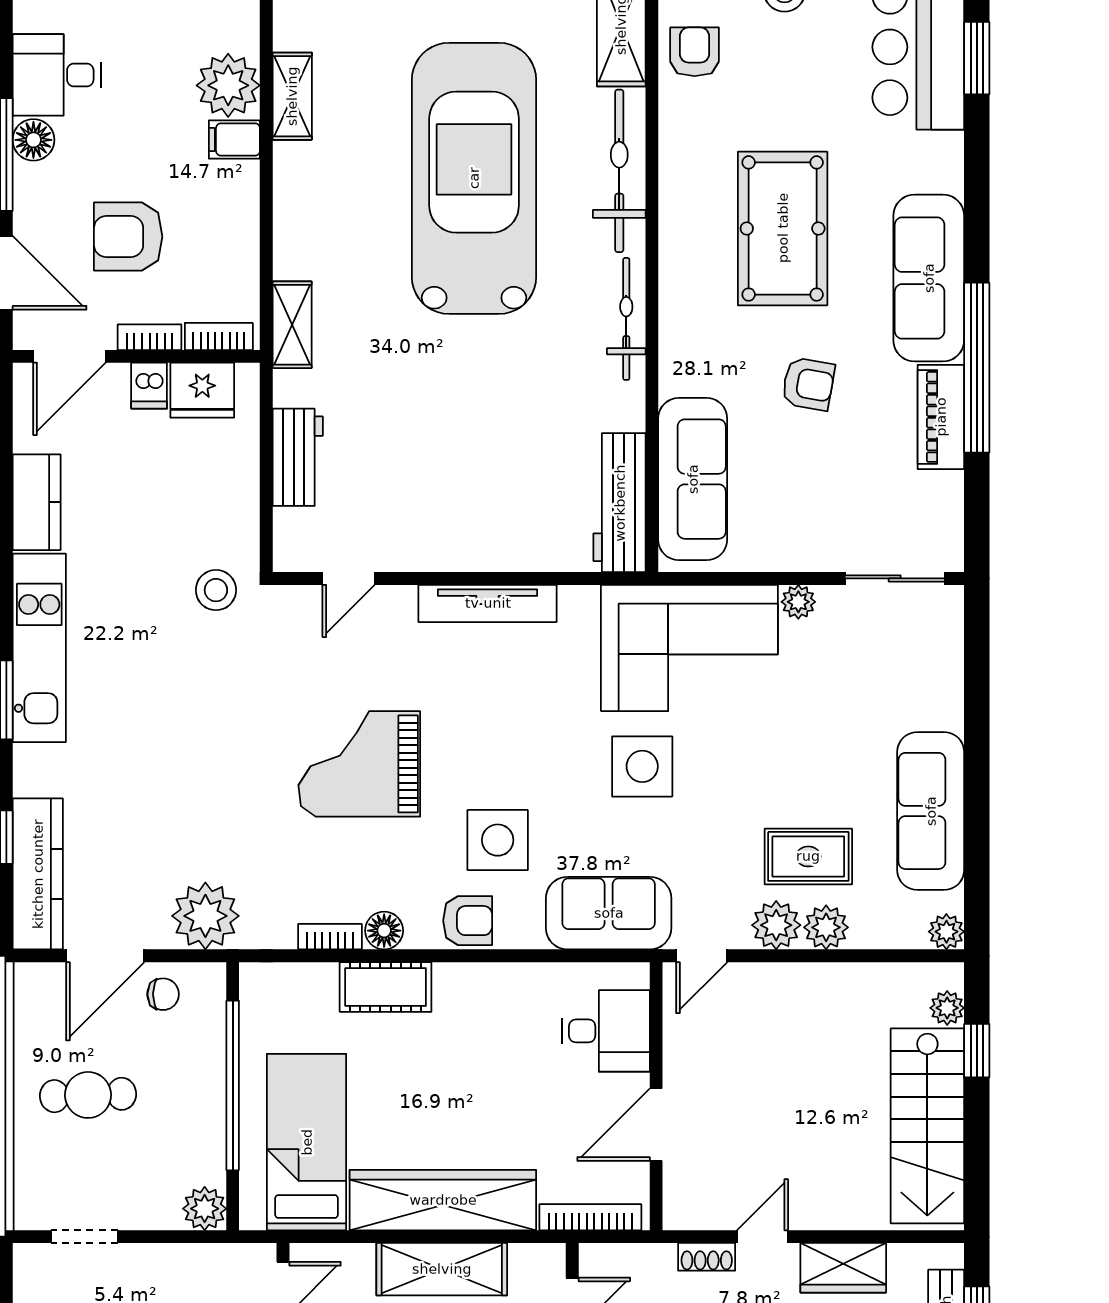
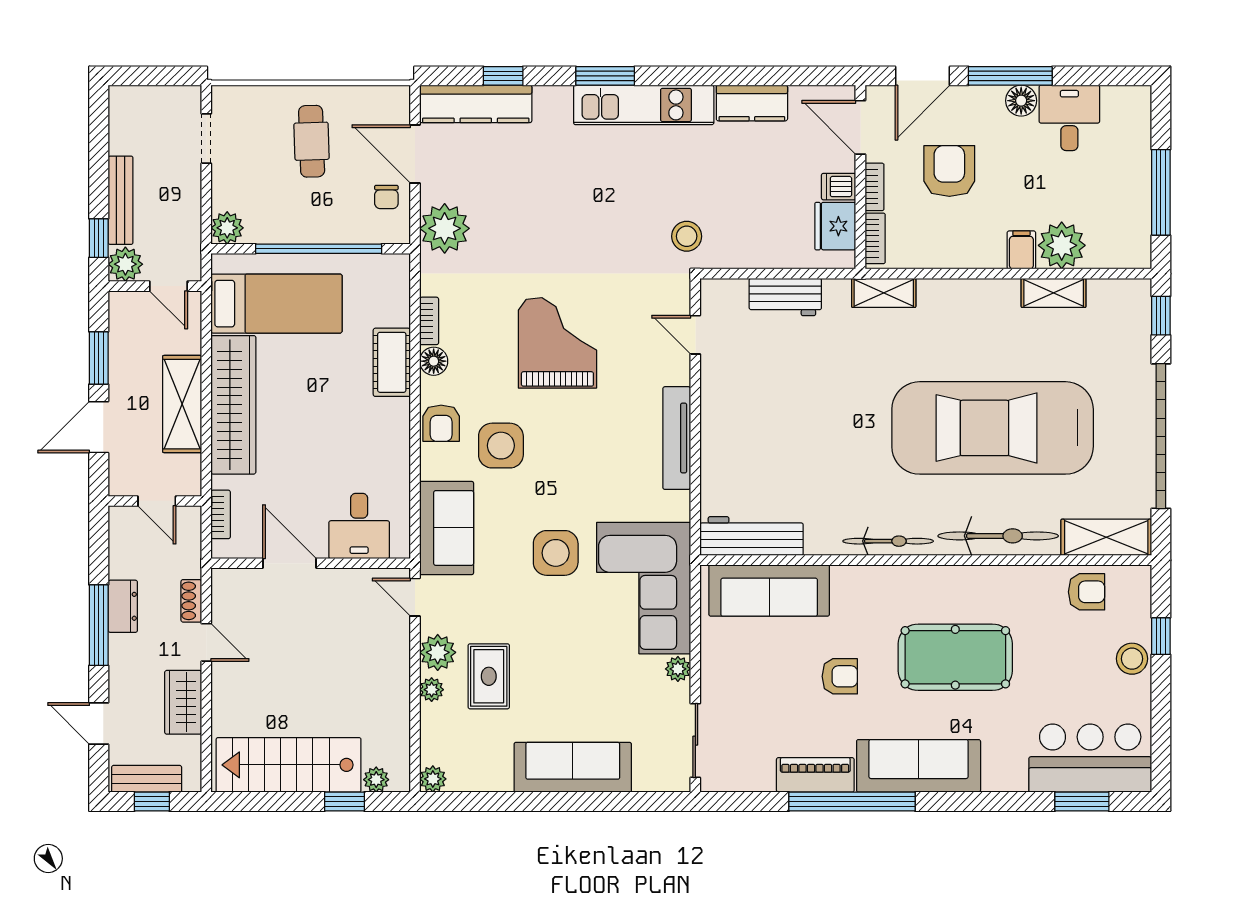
car: (474, 178) -> (993, 428), turned 180
armchair: (808, 384) -> (840, 676), turned -100
sofa: (931, 811) -> (573, 767), moved
plant: (826, 927) -> (432, 690), width x0.73, depth x0.73
bookcase: (590, 1217) -> (221, 514), width x0.64

